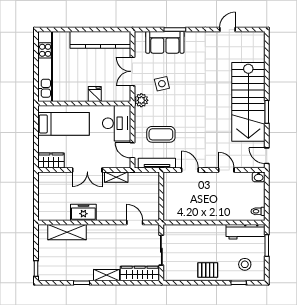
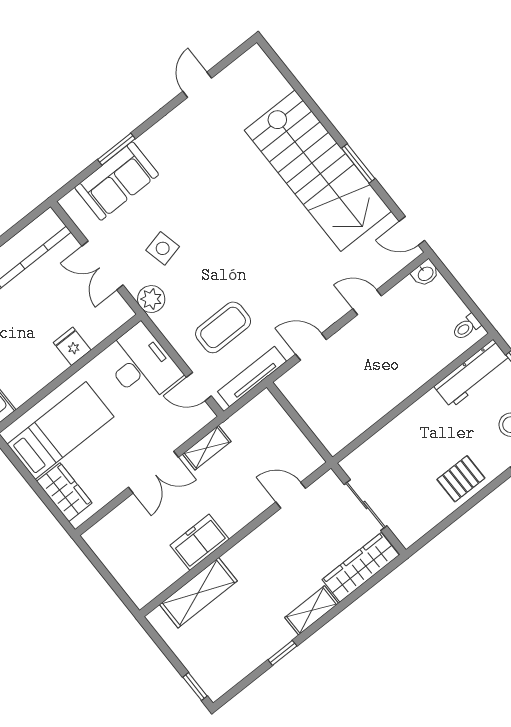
wardrobe: (51, 160) -> (64, 492), moved, turned 90

